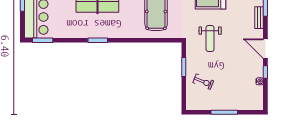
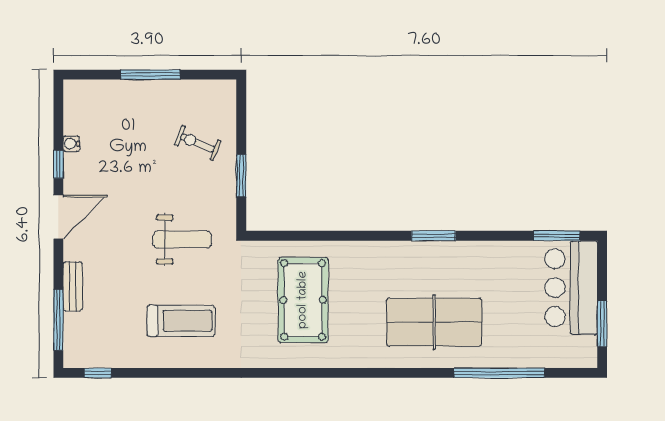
weight bench: (210, 38) -> (182, 240), turned 90
door: (265, 49) -> (58, 217), hinge flipped

